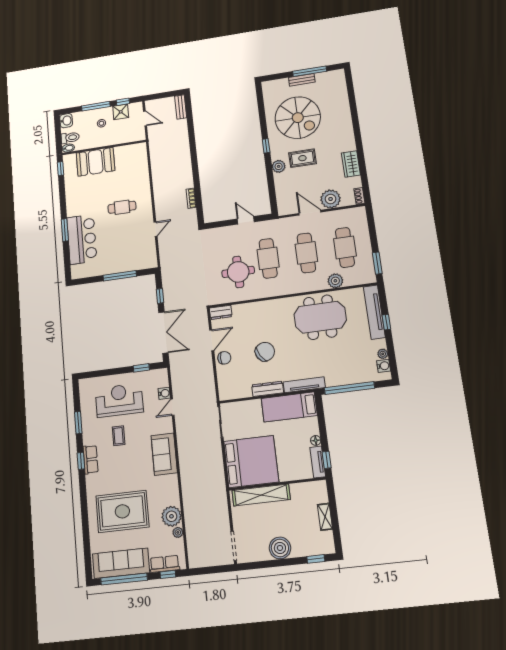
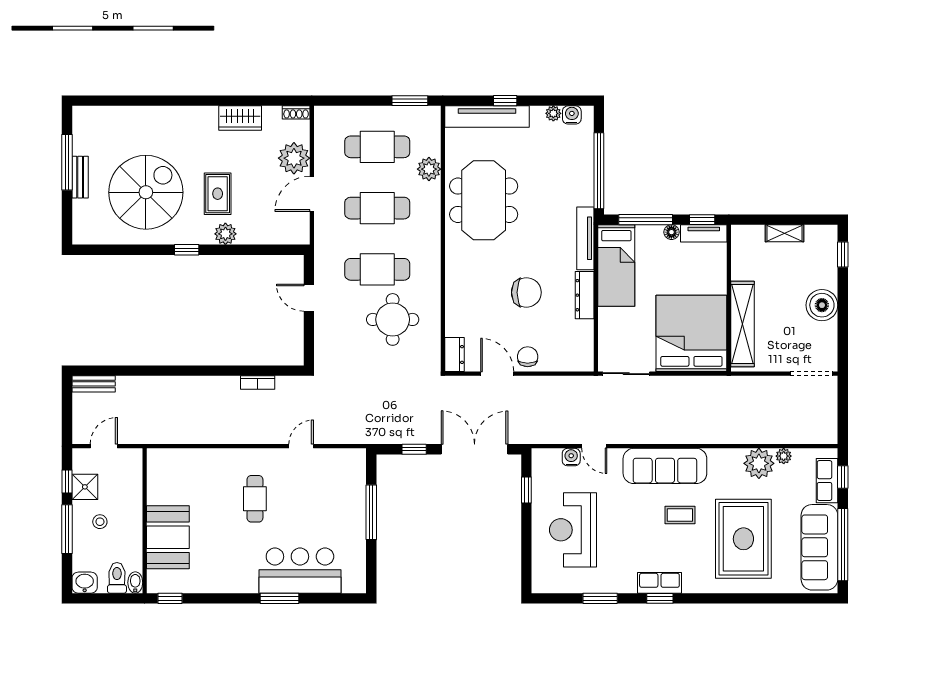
door: (246, 220) -> (309, 298), hinge flipped
door: (156, 229) -> (301, 446), hinge flipped
chair: (265, 352) -> (526, 292), turned 120
window: (322, 422) -> (646, 220), added
coffee table: (119, 436) -> (680, 515), moved
sofa: (164, 454) -> (665, 466), width x1.36

